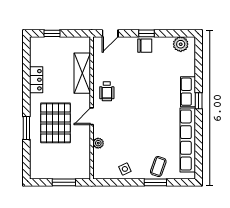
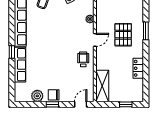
plant: (181, 44) -> (37, 96), moved
shelving: (82, 73) -> (102, 86), moved
row of seats: (188, 92) -> (20, 65), width x1.48
pallet: (55, 123) -> (123, 35), width x0.73, depth x0.71

